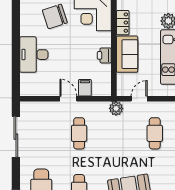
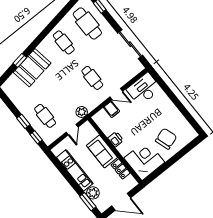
desk: (34, 55) -> (144, 89), moved, turned -90

